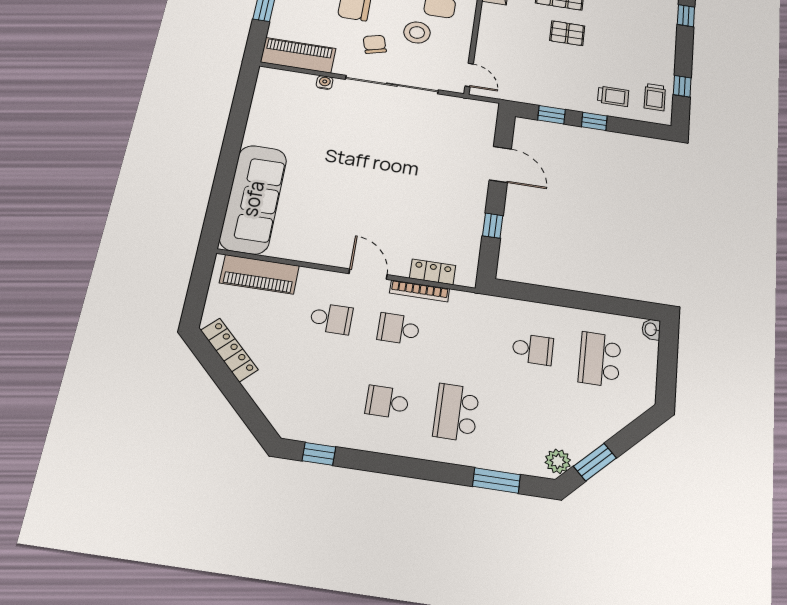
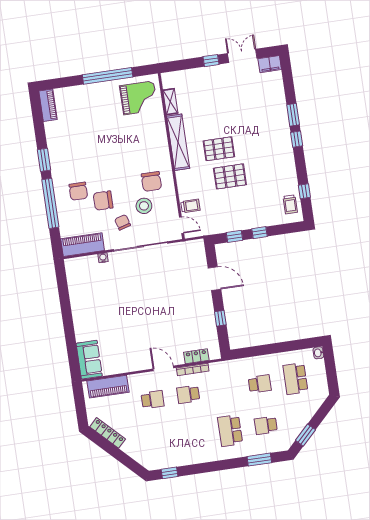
pallet: (567, 33) -> (230, 176), width x1.50, depth x1.42
trolley: (613, 96) -> (190, 206), moved
sofa: (253, 199) -> (89, 360), width x0.54, depth x0.79
school desk: (387, 402) -> (266, 425), moved
plant: (558, 461) -> (287, 440), removed

